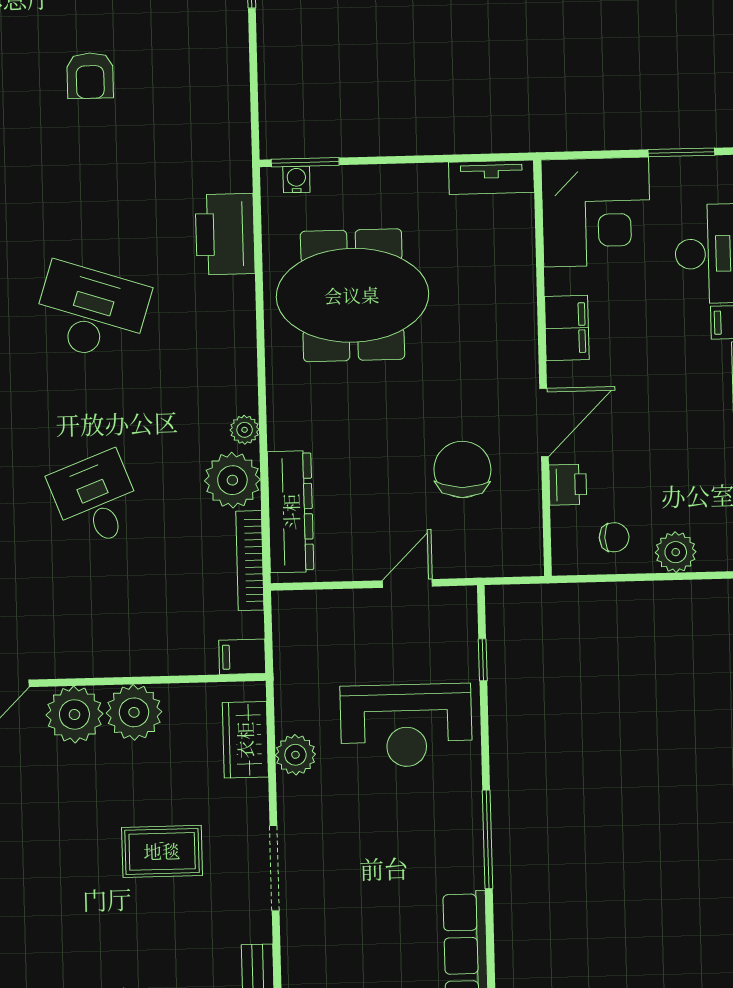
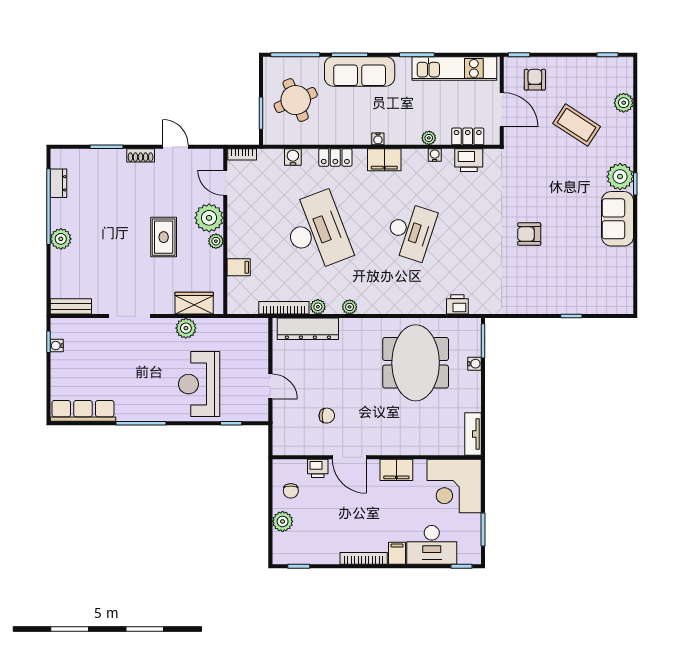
water cooler: (296, 179) -> (474, 364), moved
printer: (225, 234) -> (457, 304), width x0.53, depth x0.68
chair: (462, 469) -> (327, 416), width x0.54, depth x0.54
plant: (232, 480) -> (318, 307), width x0.53, depth x0.53
desk: (96, 500) -> (317, 231), width x1.87, depth x1.30
filing cabinet: (242, 657) -> (239, 267), moved, turned 90
plant: (134, 712) -> (216, 241), width x0.53, depth x0.53
rug: (162, 851) -> (164, 237), moved

